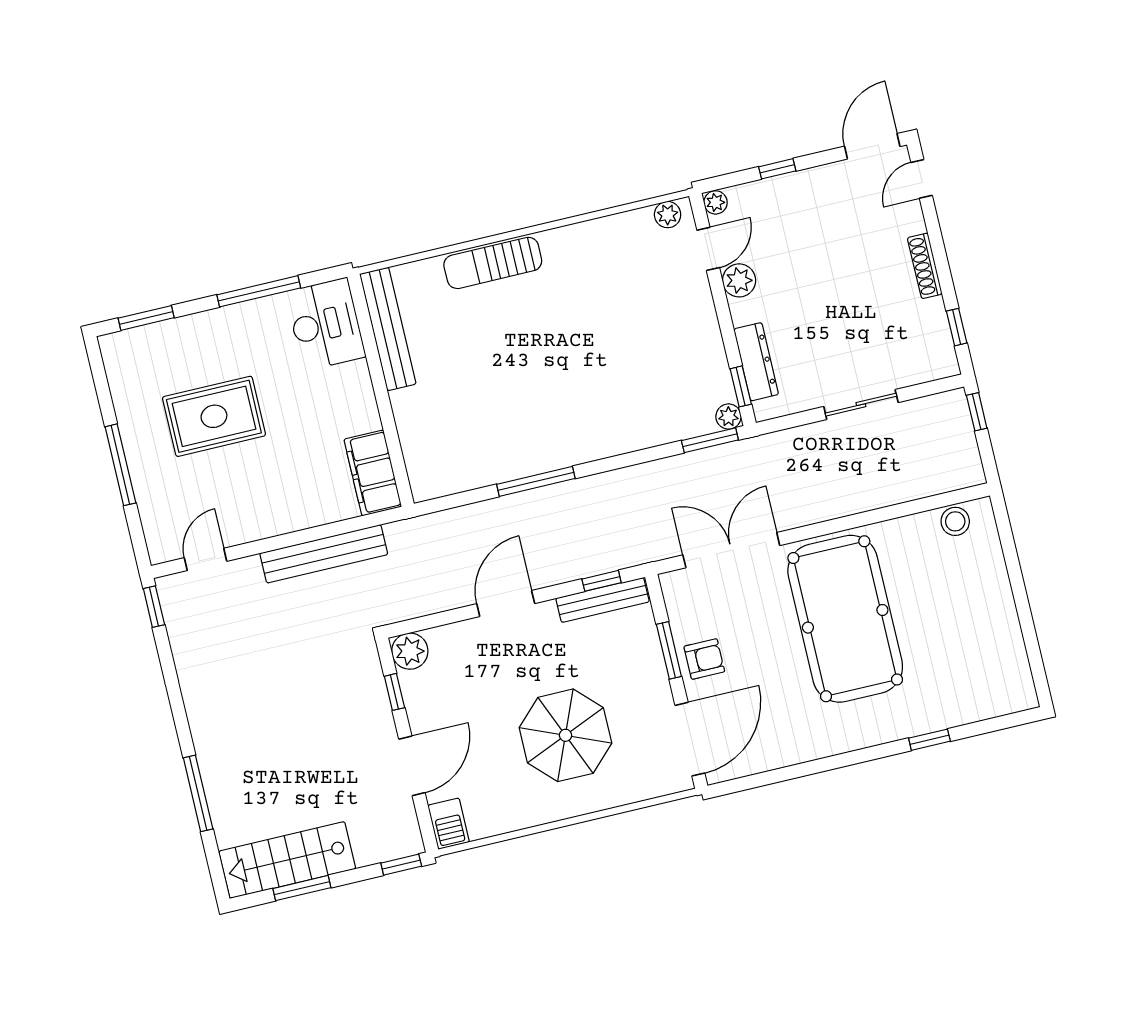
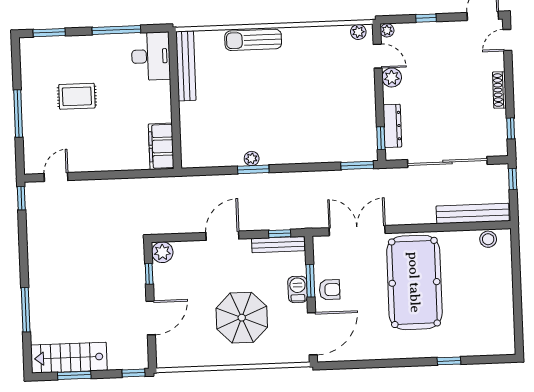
door: (708, 249) -> (378, 56), hinge flipped
sliding door: (861, 405) -> (447, 162), width x1.86
rug: (214, 416) -> (77, 96), width x0.73, depth x0.70
plant: (728, 417) -> (252, 159), moved
window: (536, 481) -> (253, 169), width x0.69
bench: (324, 554) -> (473, 213), moved
barbecue: (449, 824) -> (298, 289), moved, turned 180

